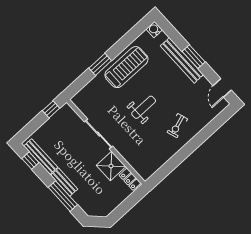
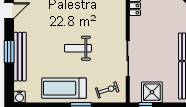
exercise bike: (177, 126) -> (107, 90), moved
shower: (111, 166) -> (152, 92), moved

